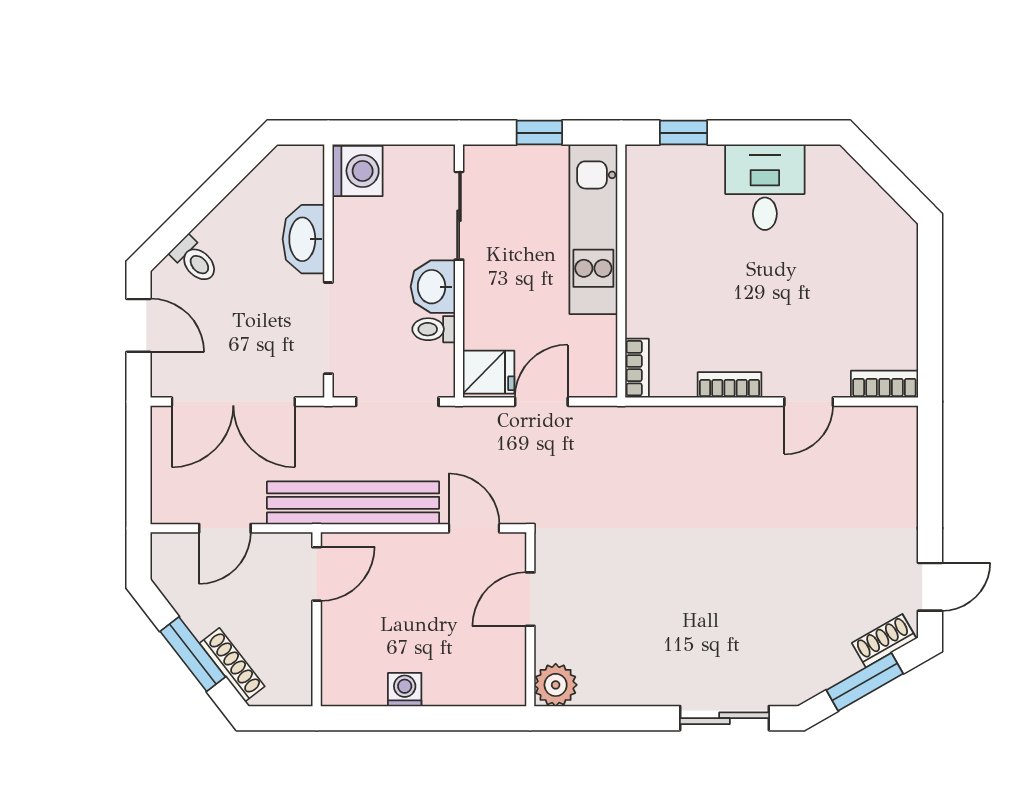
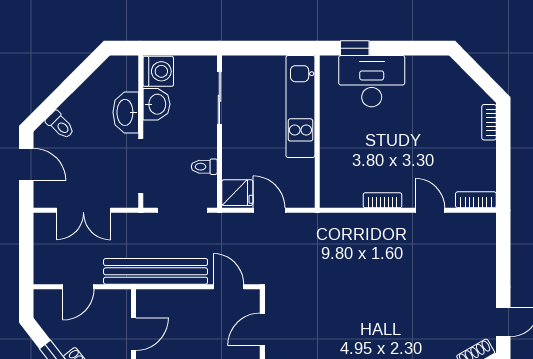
window: (539, 133) -> (268, 48), removed
desk: (765, 187) -> (372, 81), moved, width x1.37
washbasin: (433, 287) -> (156, 104), moved, turned 180
bookcase: (637, 368) -> (489, 122), moved, turned 180
double door: (233, 402) -> (83, 210), width x0.73
door: (541, 402) -> (269, 210), hinge flipped
door: (809, 402) -> (430, 210), swing flipped
door: (317, 574) -> (134, 334), moved

